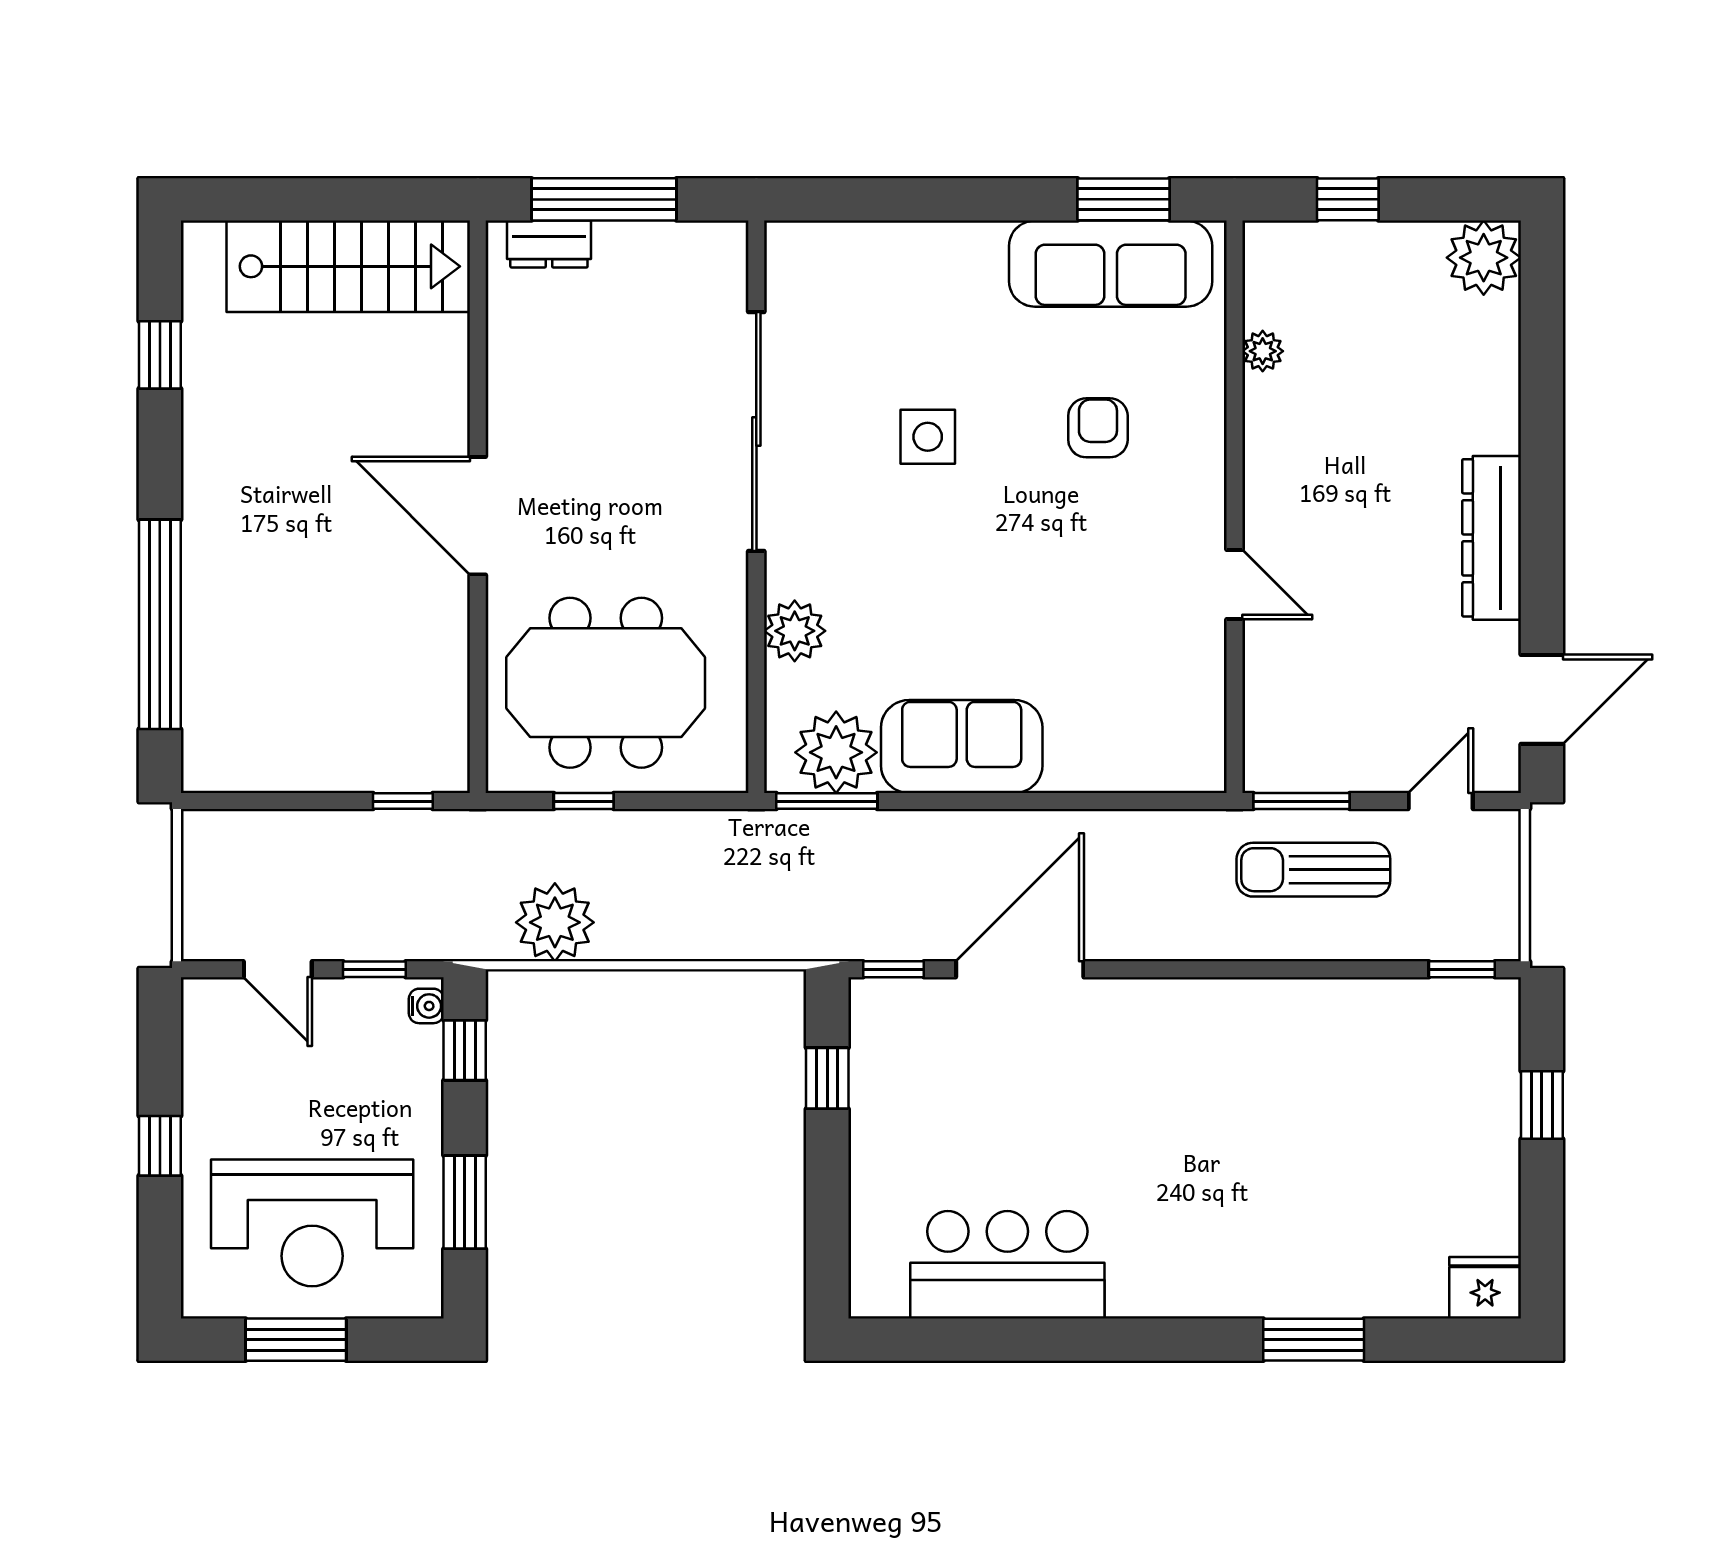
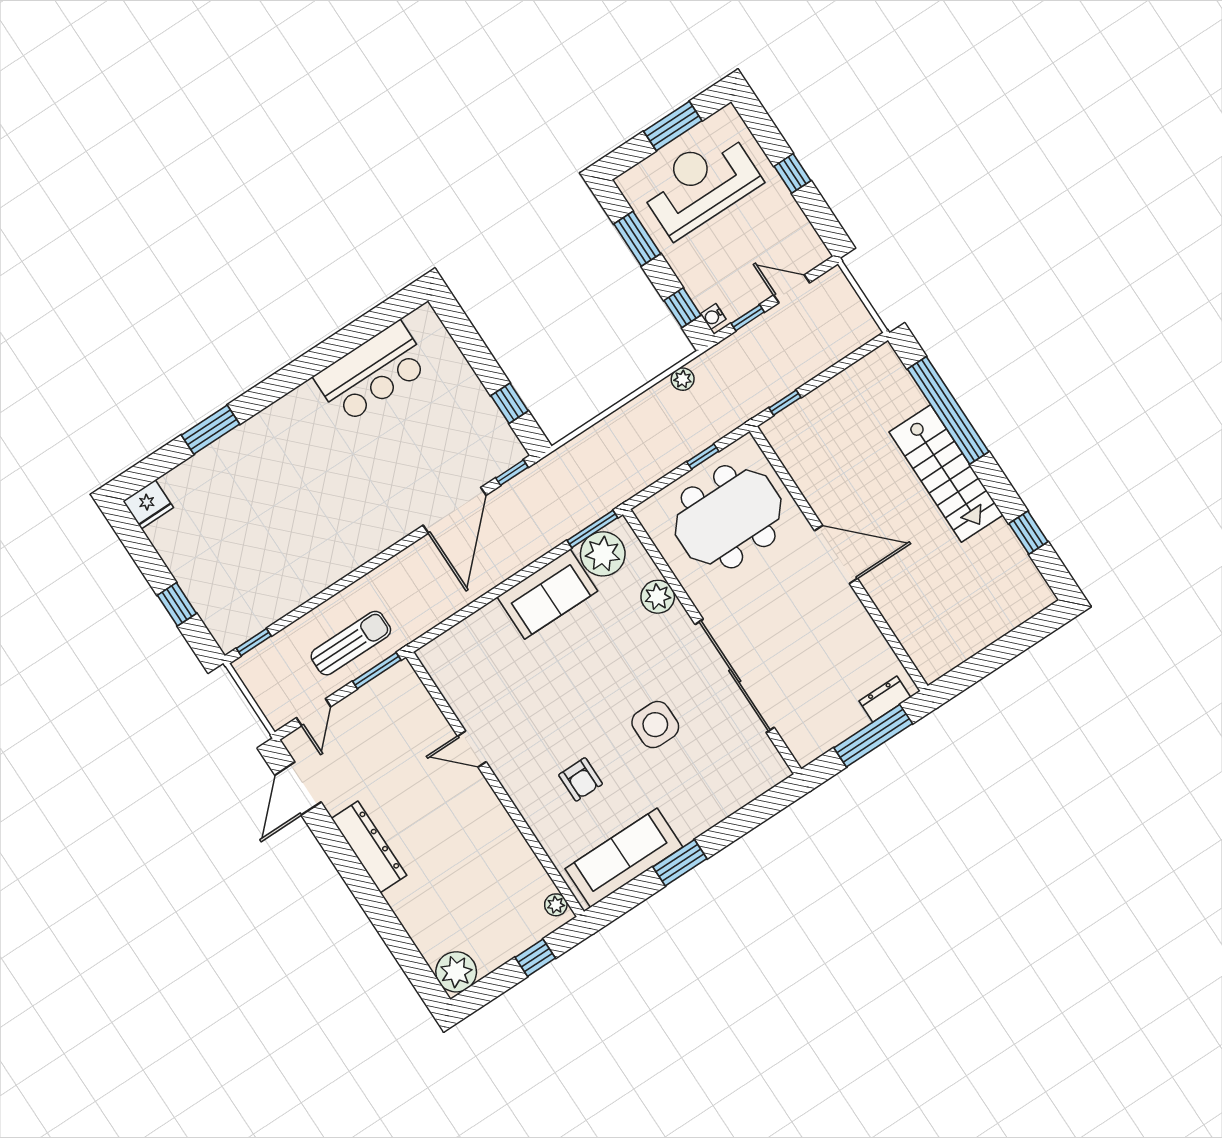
window: (1124, 199) -> (680, 863), moved
stairs: (348, 266) -> (946, 473), moved, turned -90
plant: (1263, 351) -> (556, 905), moved
side table: (928, 437) -> (655, 725), width x1.37, depth x1.37
plant: (555, 922) -> (683, 379), width x0.53, depth x0.53

